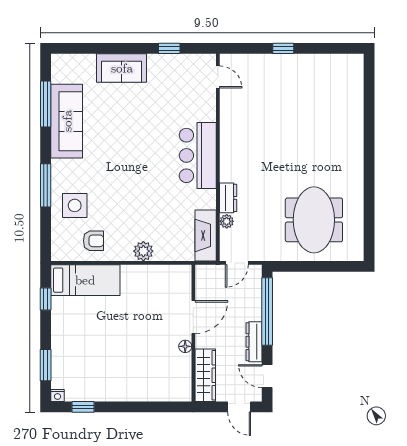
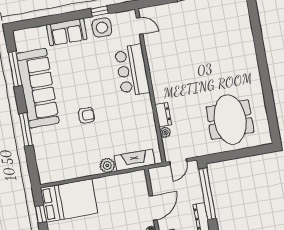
sofa: (67, 121) -> (38, 88), width x1.36, depth x1.27
bar counter: (198, 155) -> (132, 70), moved
side table: (75, 205) -> (102, 28), moved
fireplace: (206, 235) -> (135, 160), moved, turned 90
armchair: (93, 241) -> (86, 115), moved
bed: (85, 280) -> (69, 200), width x1.50

